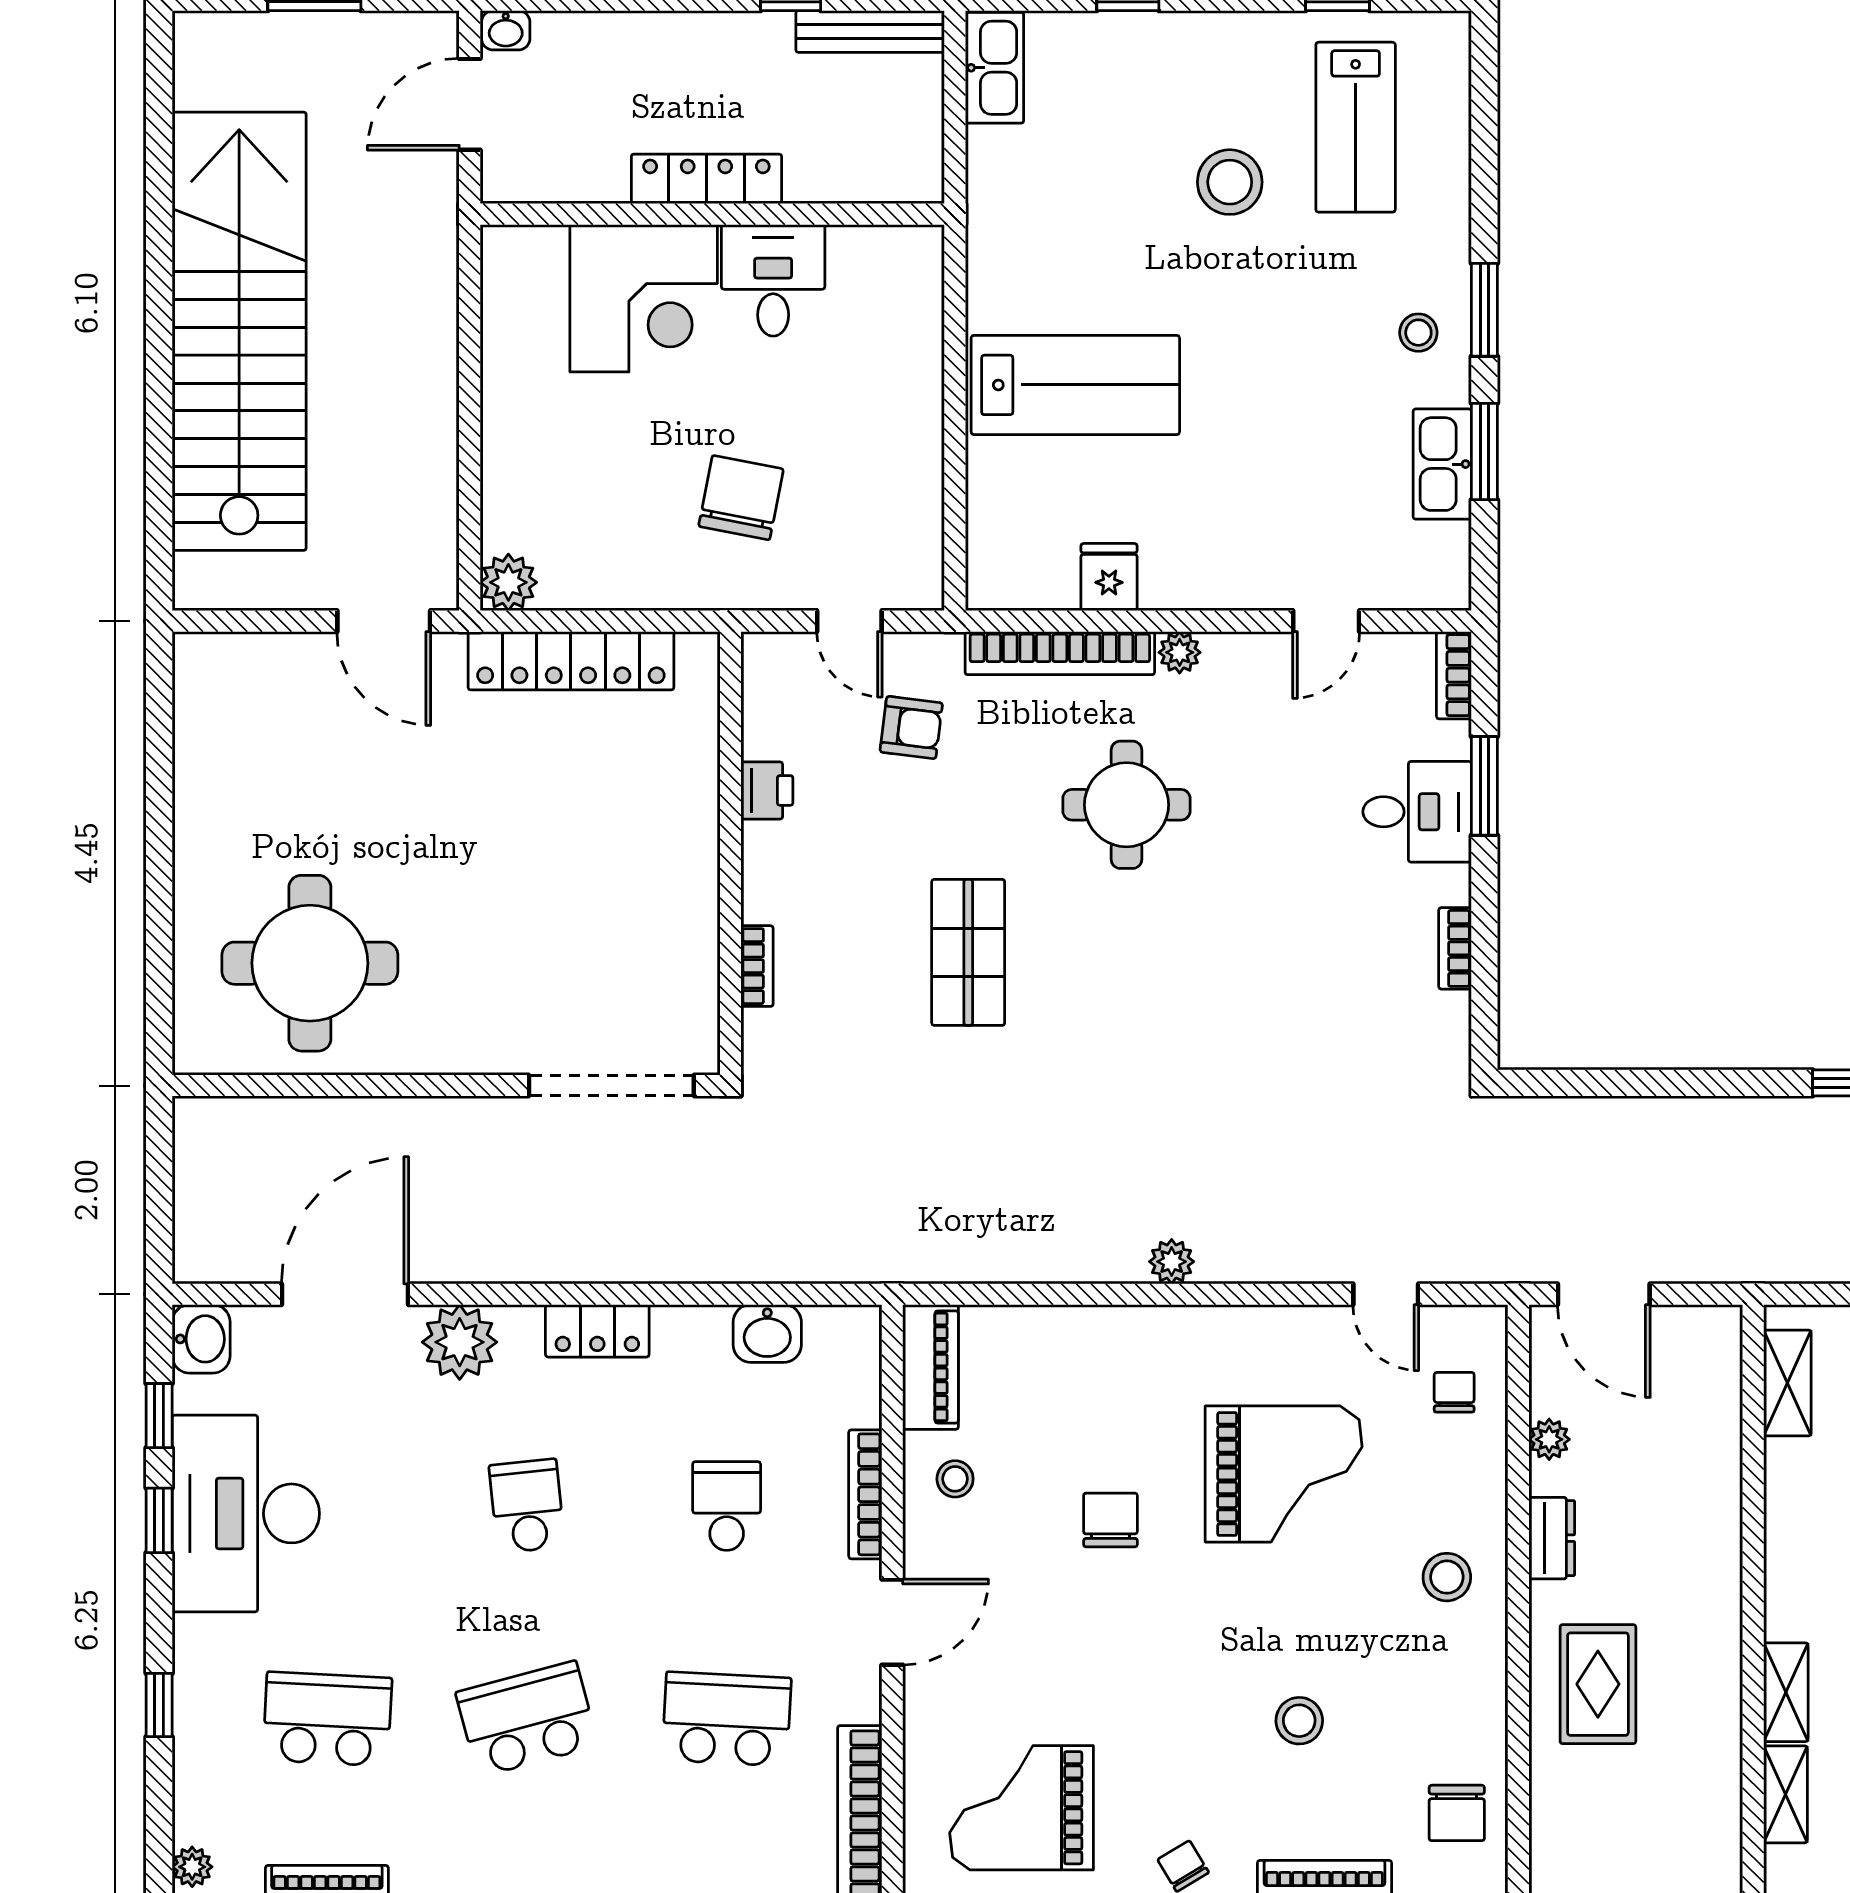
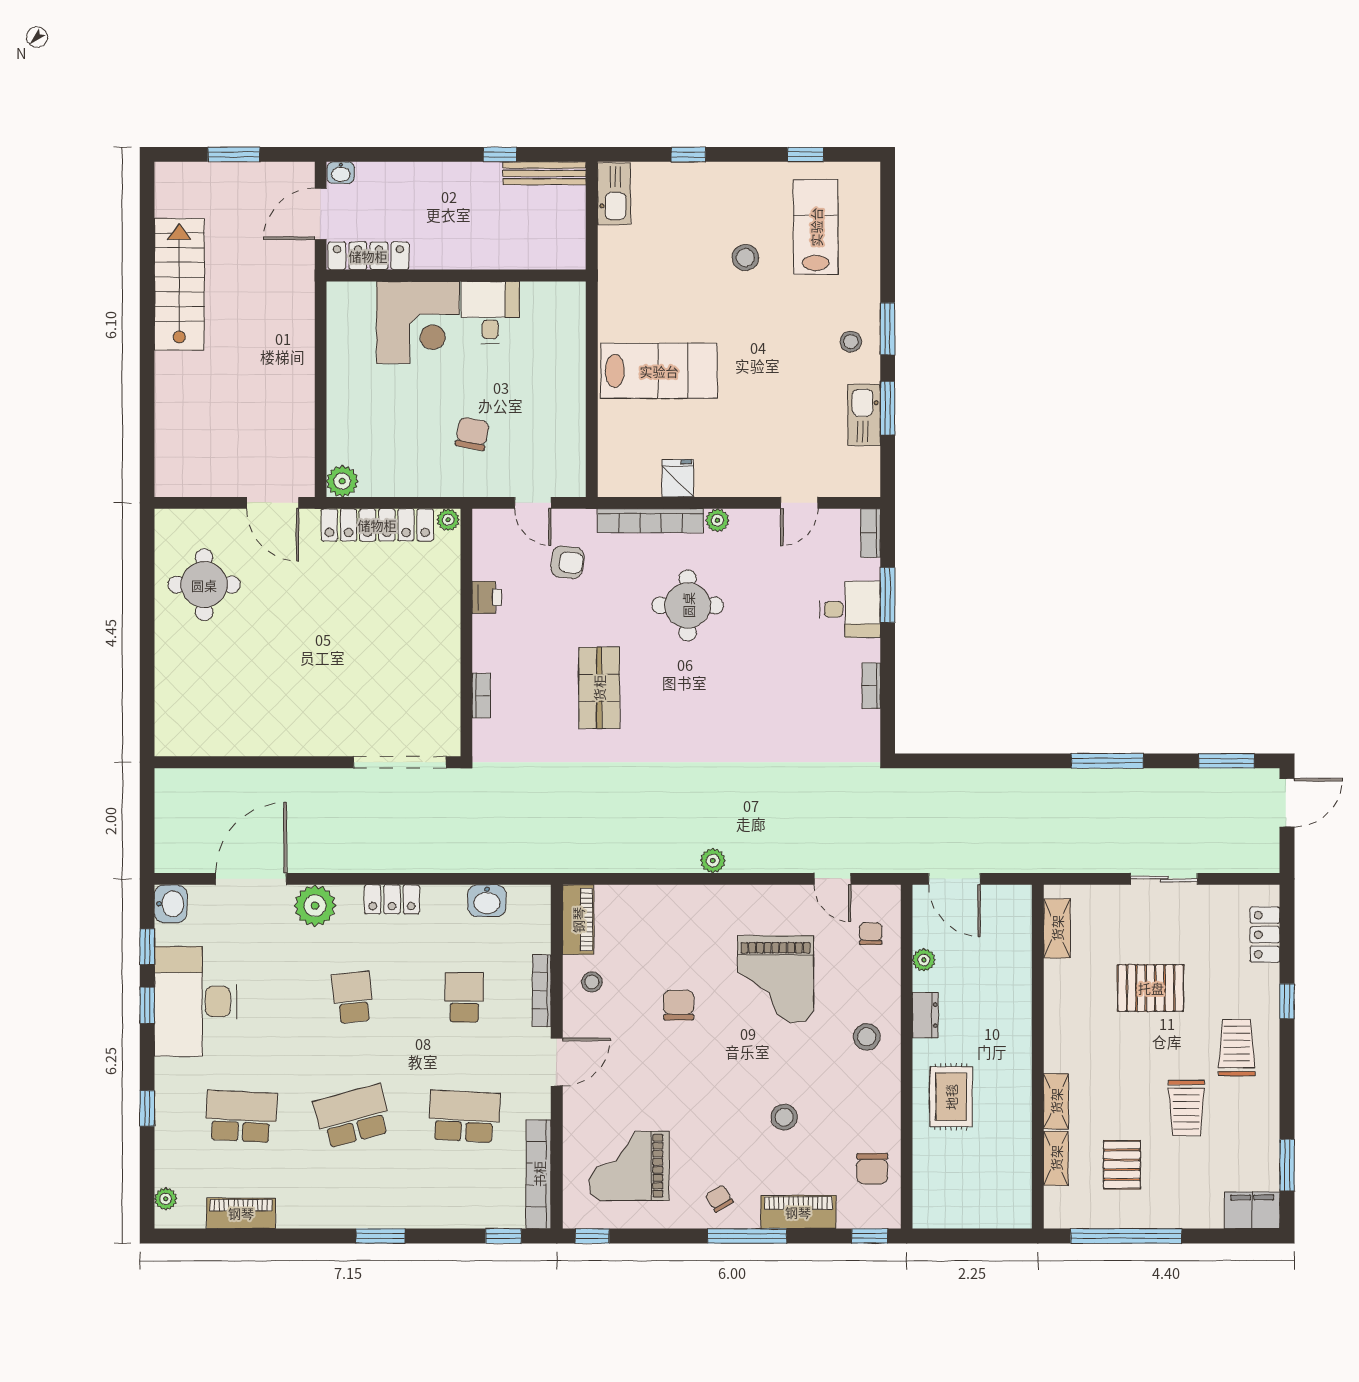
lab bench: (1356, 127) -> (816, 227), turned 180
locker: (706, 179) -> (368, 256), moved
stool: (1230, 182) -> (745, 258), width x0.73, depth x0.73
stairs: (239, 331) -> (179, 284), width x0.54, depth x0.66
chair: (741, 498) -> (472, 434), width x0.73, depth x0.73
plant: (698, 651) -> (448, 520), added
round table: (310, 963) -> (204, 585), moved, width x0.73, depth x0.73
grand piano: (1284, 1474) -> (775, 979), turned 90

